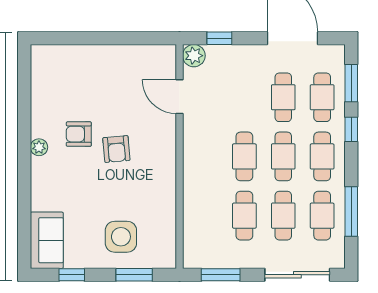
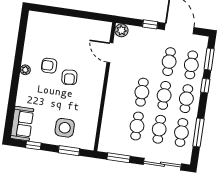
window: (219, 38) -> (150, 24), moved

